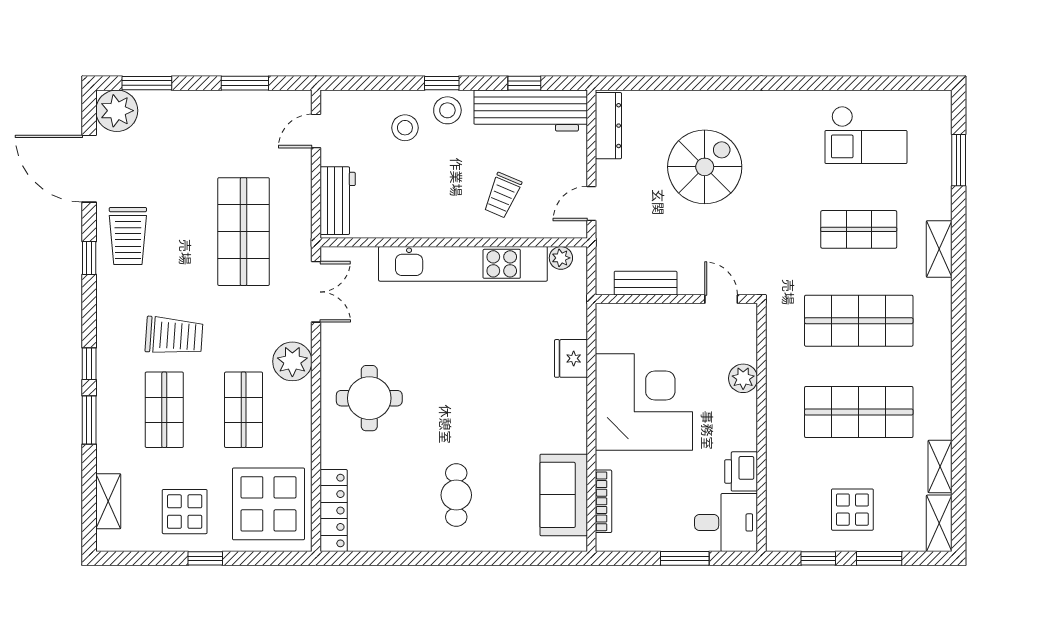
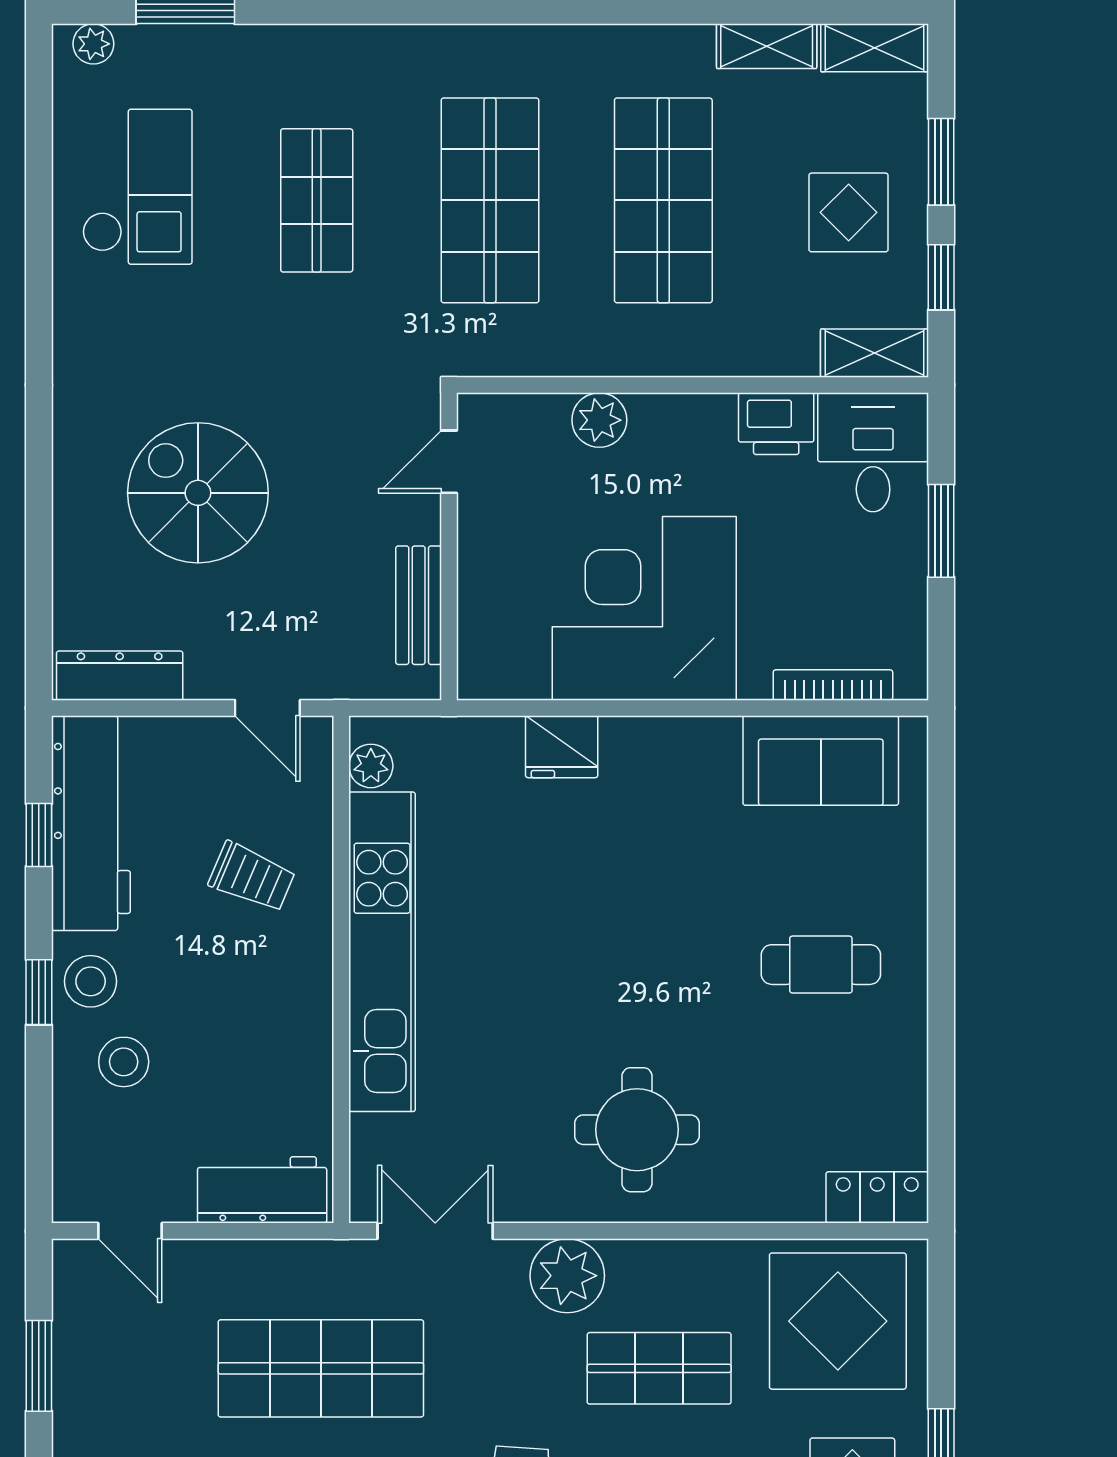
plant: (941, 112) -> (93, 44), added
shelving: (939, 249) -> (875, 353), moved
locker: (334, 511) -> (877, 1197), width x0.66

